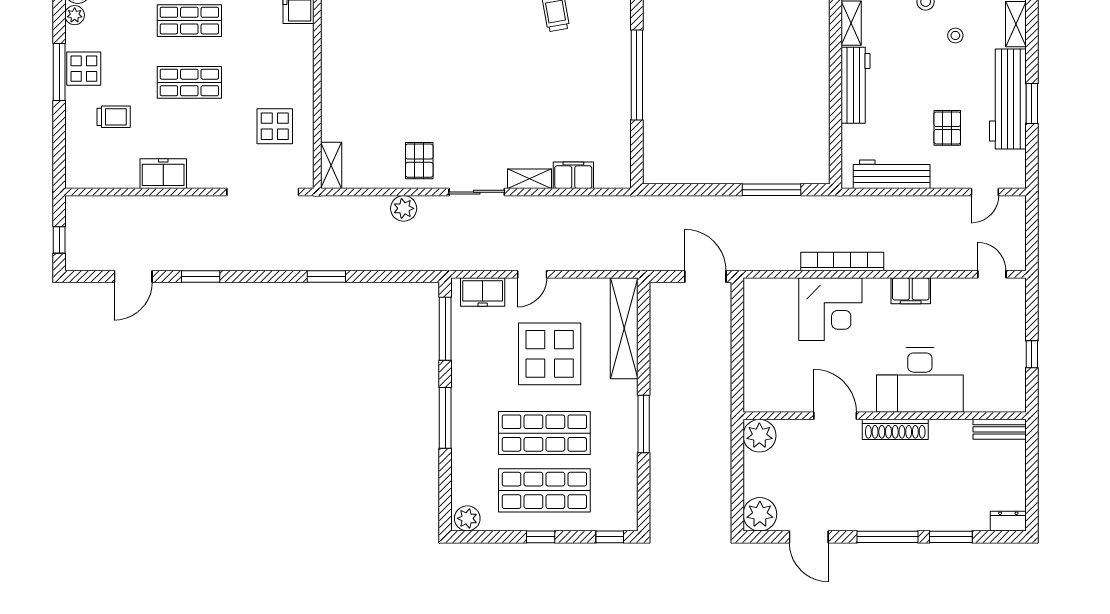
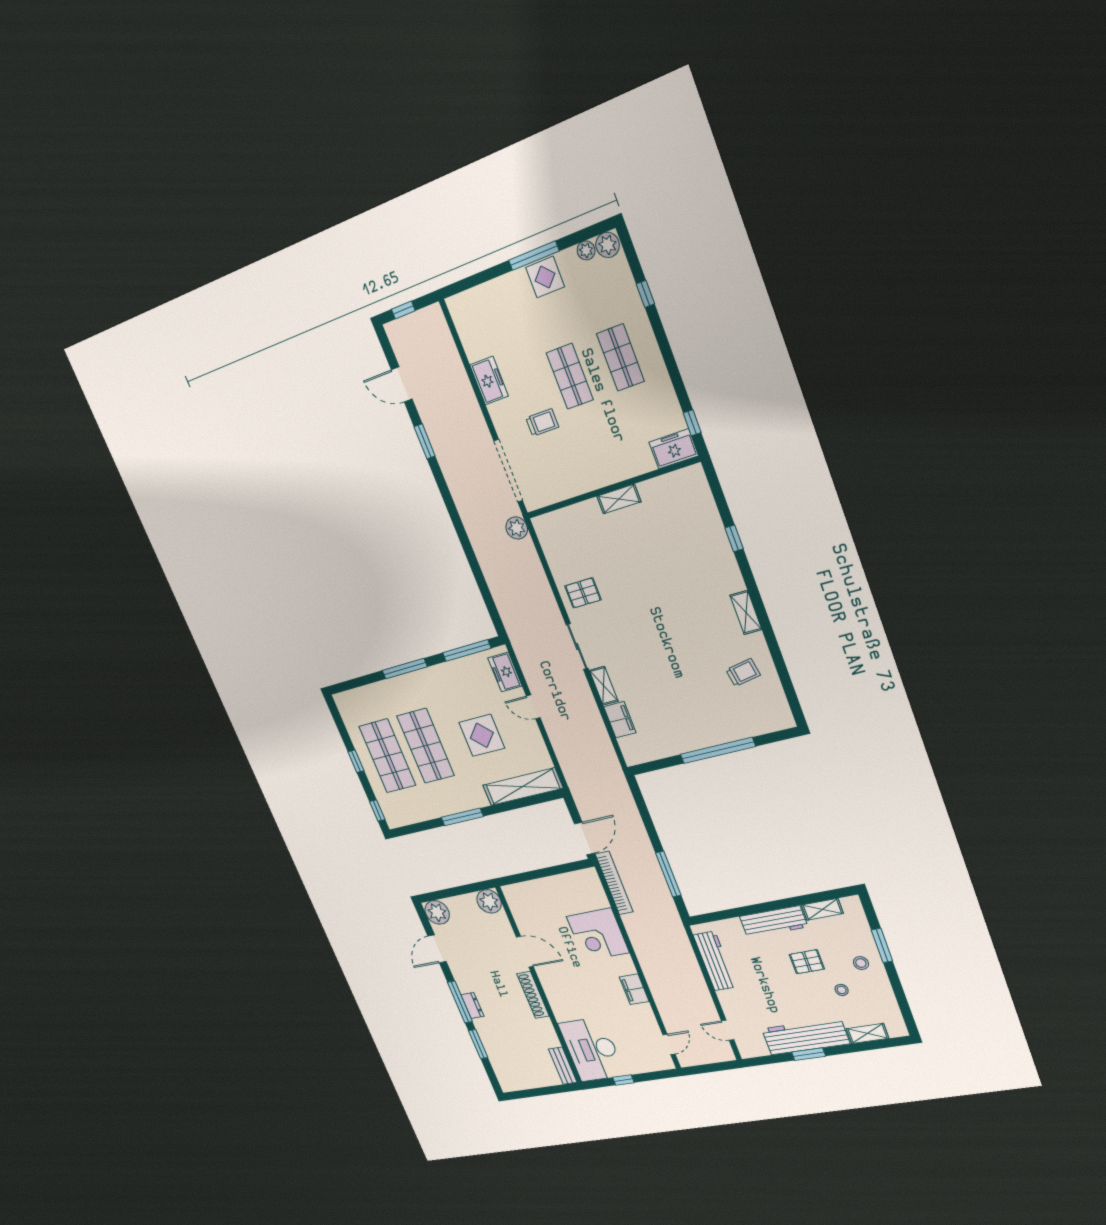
trolley: (114, 117) -> (542, 422), moved, turned -90
display table: (275, 126) -> (563, 463), removed
pallet: (947, 128) -> (807, 962), moved
shelving: (331, 165) -> (619, 499), moved
plant: (404, 208) -> (517, 528), moved
bookcase: (842, 261) -> (614, 883), moved
window: (326, 277) -> (466, 545), removed
display table: (550, 354) -> (482, 735), width x0.73, depth x0.73
desk: (920, 380) -> (592, 1049), moved
door: (835, 416) -> (525, 952), hinge flipped
plant: (467, 518) -> (345, 704), removed
dresser: (1008, 521) -> (472, 1005), moved

